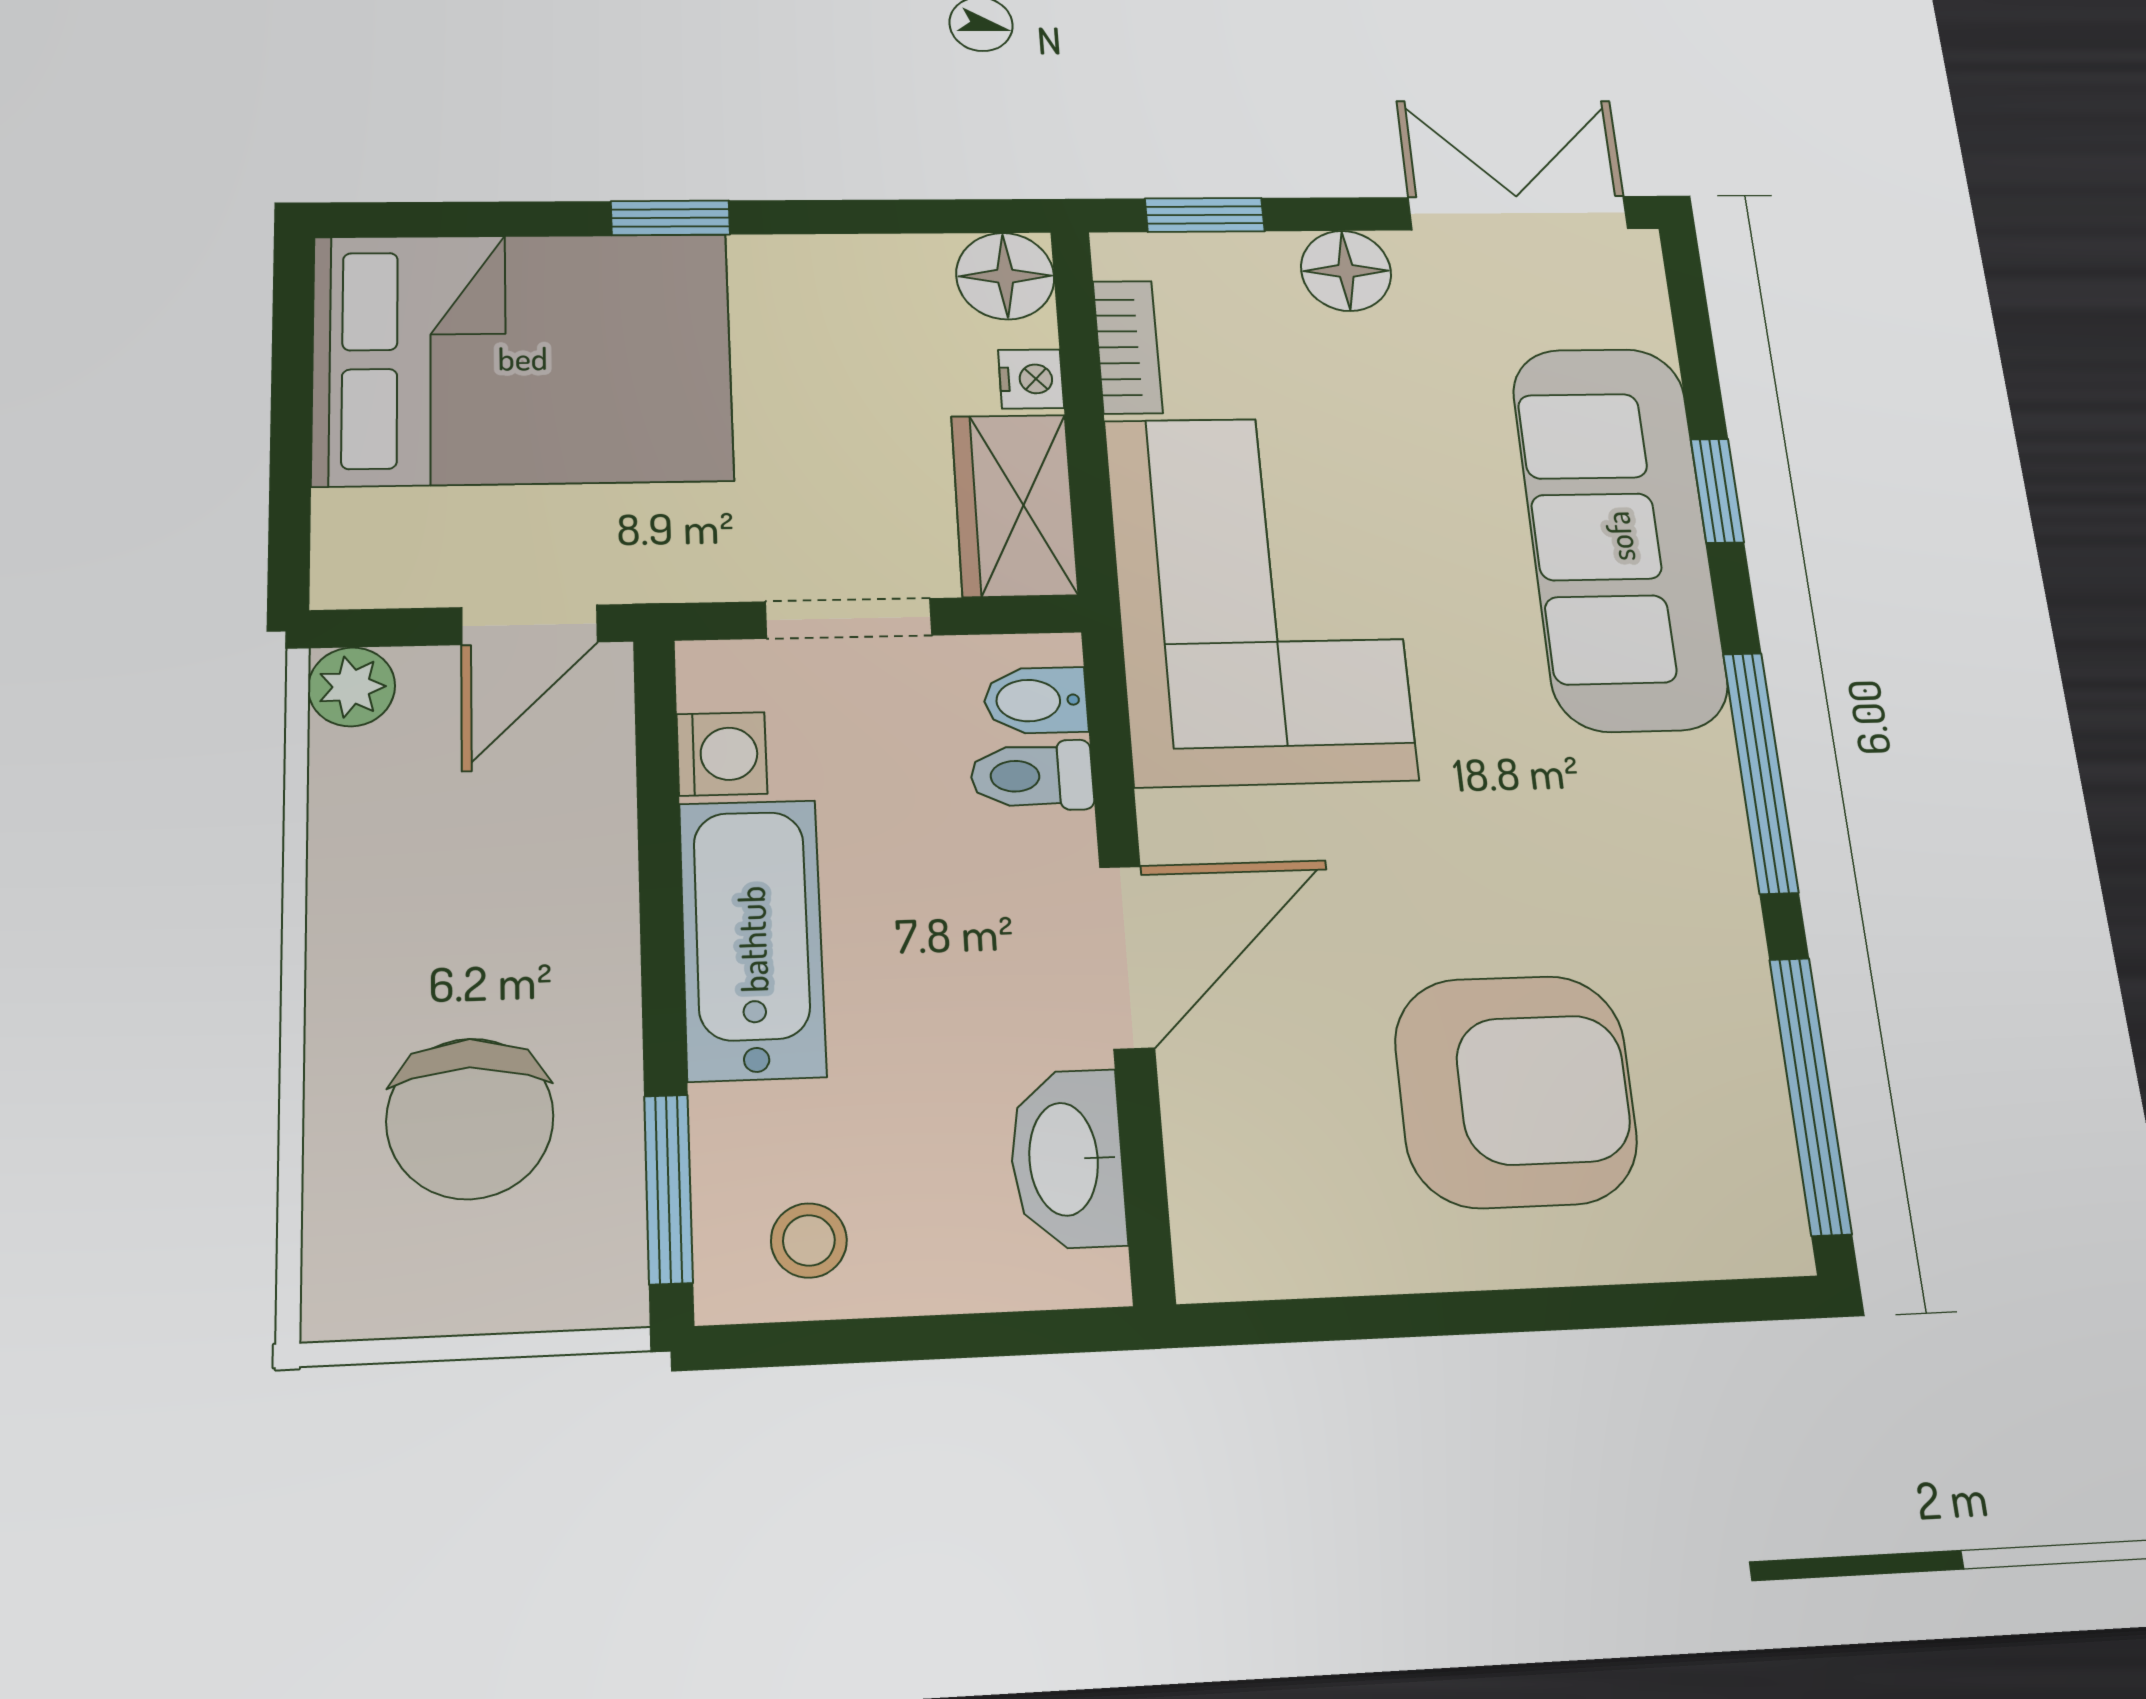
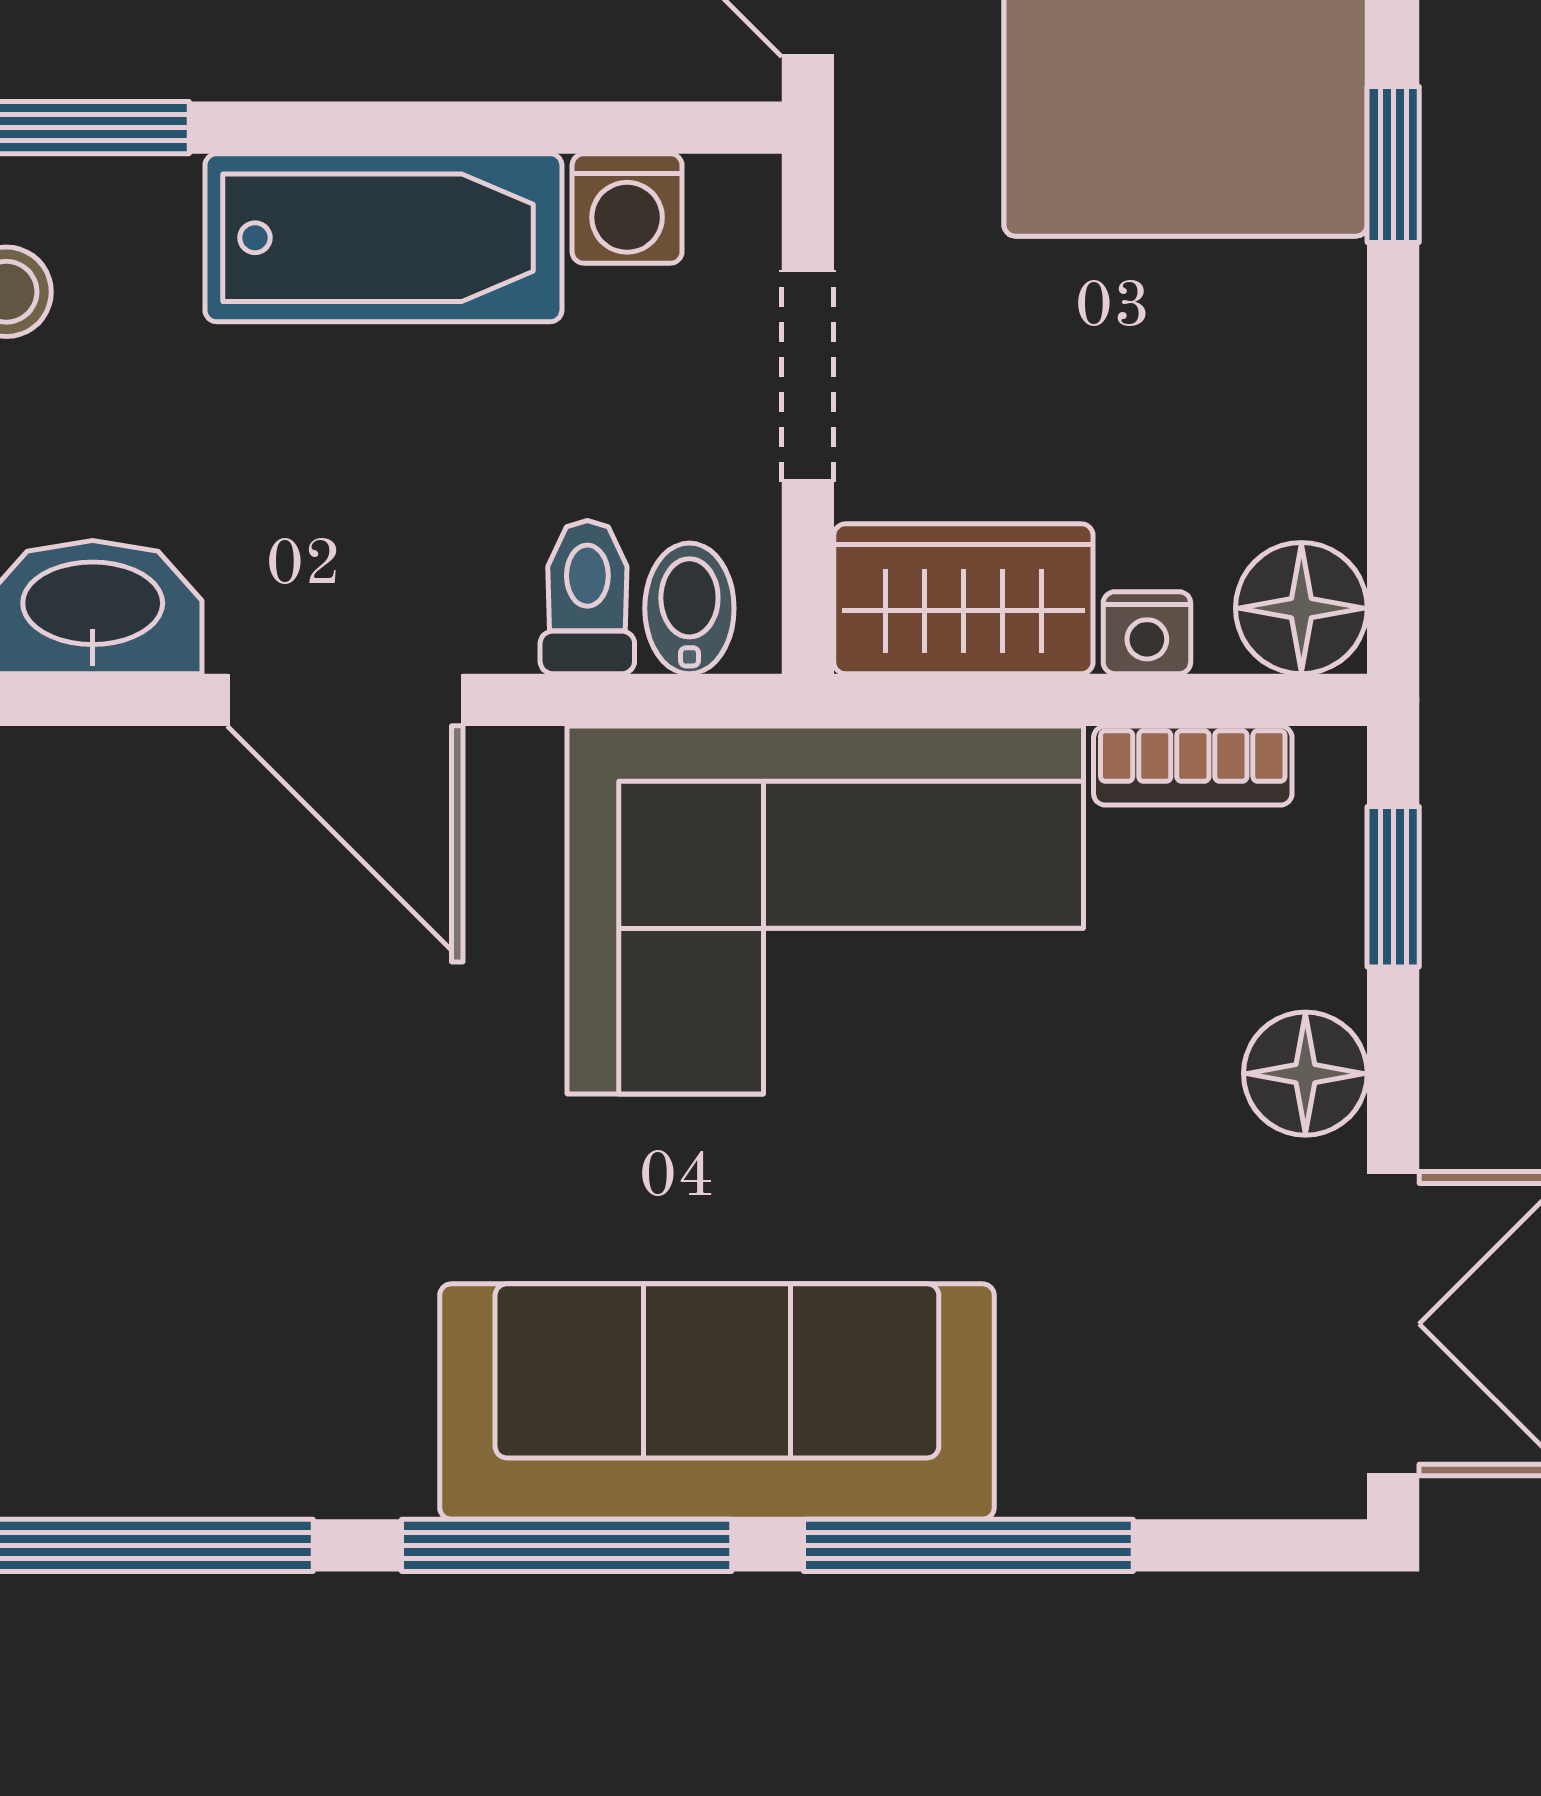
window: (1717, 491) -> (968, 1545), width x2.17
sofa: (1619, 536) -> (717, 1401), moved
armchair: (1516, 1091) -> (156, 1171), removed

